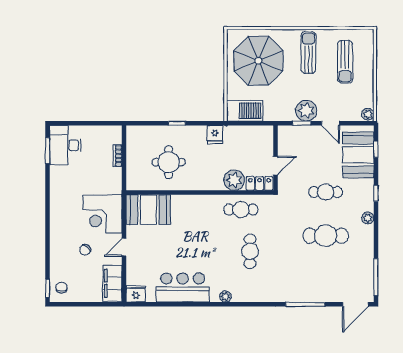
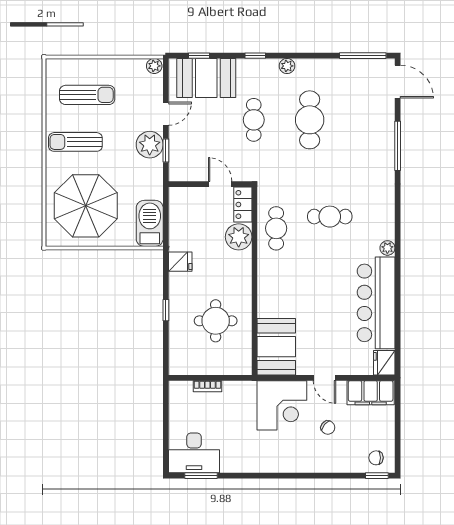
bar counter: (183, 288) -> (376, 303), width x1.36

